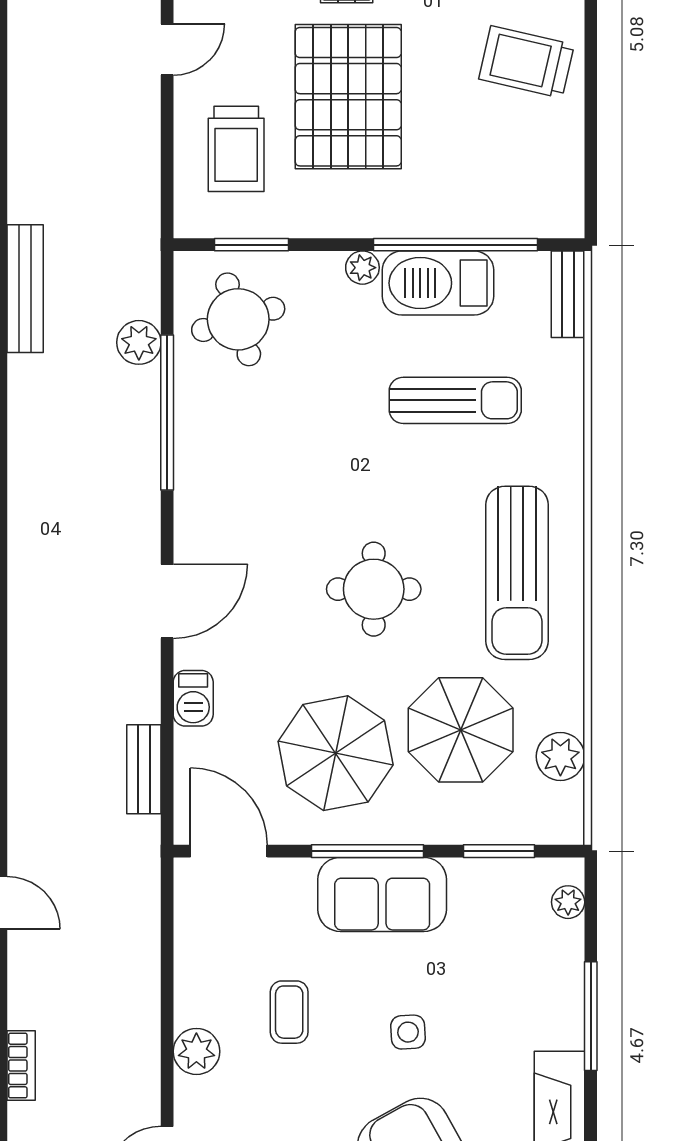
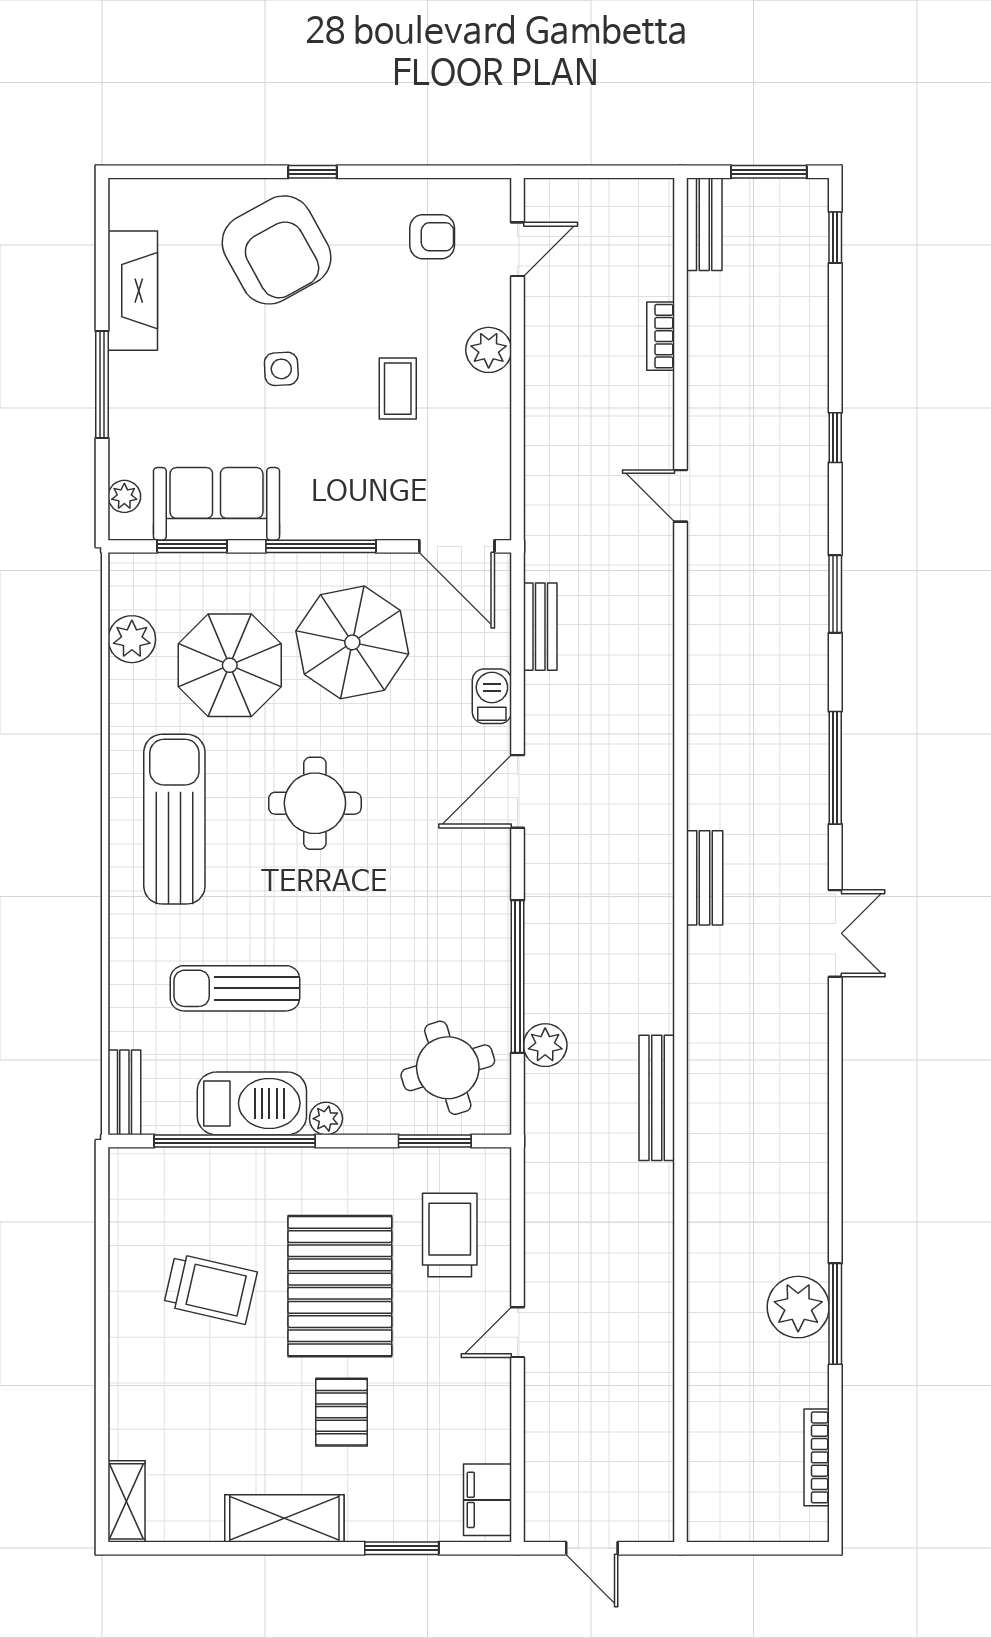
trolley: (526, 62) -> (210, 1289), moved
sofa: (382, 894) -> (216, 504), moved

